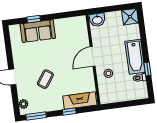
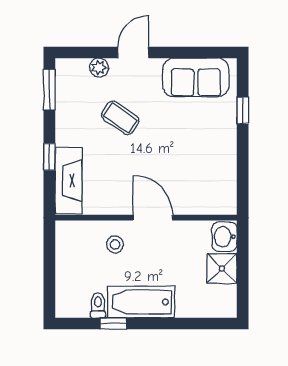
shower: (130, 17) -> (222, 268), moved
sofa: (38, 31) -> (196, 77), moved, turned -90
plant: (23, 104) -> (99, 68), moved

